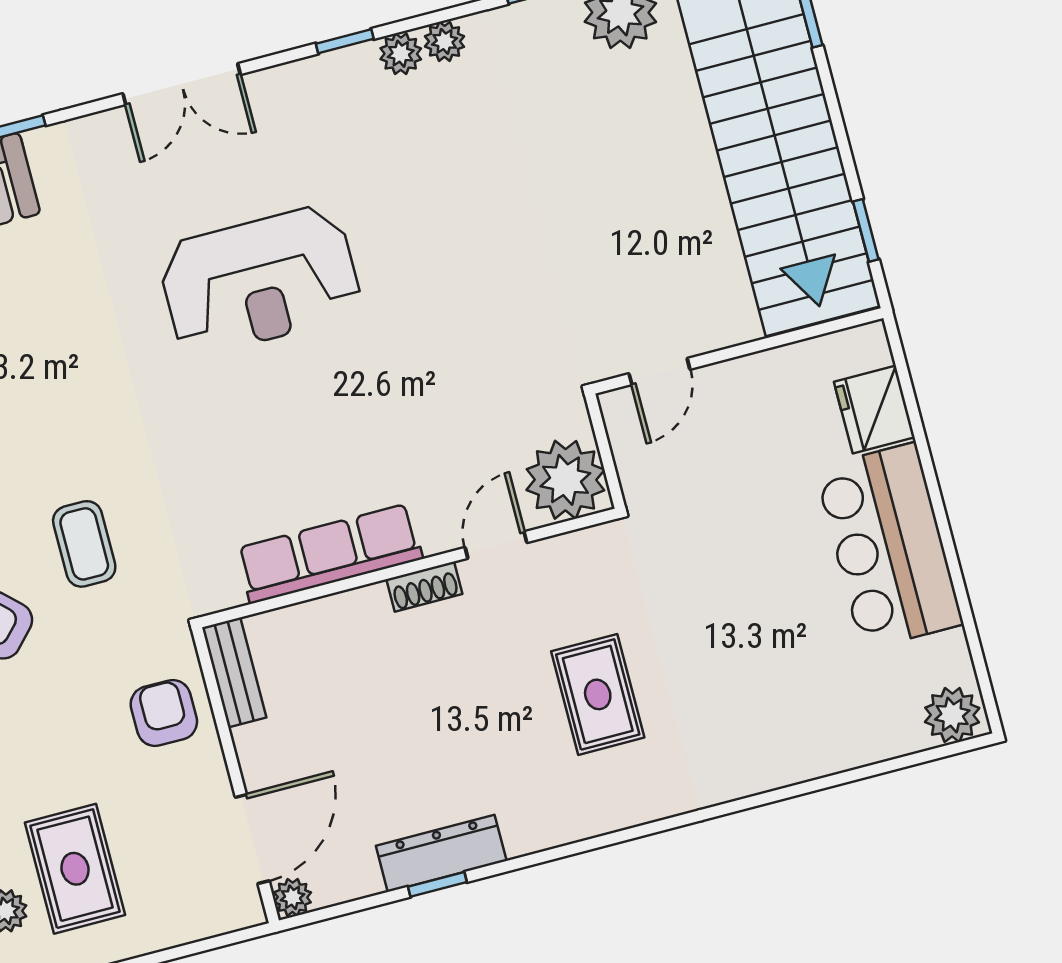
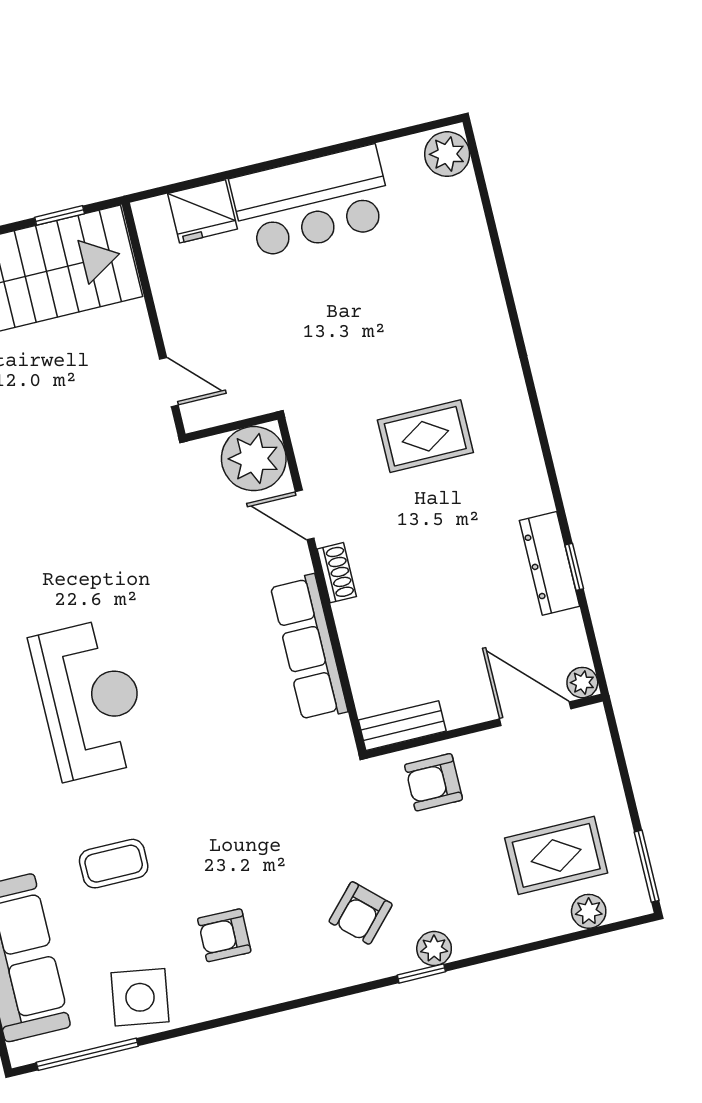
coffee table: (84, 544) -> (114, 864), moved

